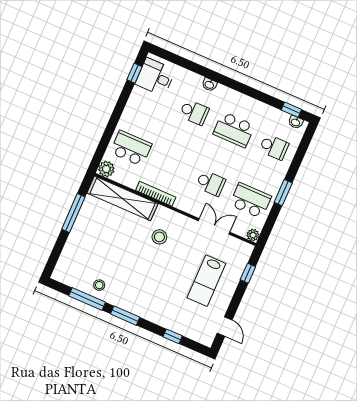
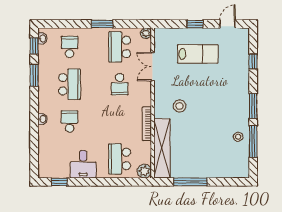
desk: (155, 77) -> (83, 164), moved
window: (260, 96) -> (34, 75), added
school desk: (211, 183) -> (120, 84), turned 180
window: (248, 273) -> (195, 24), moved

